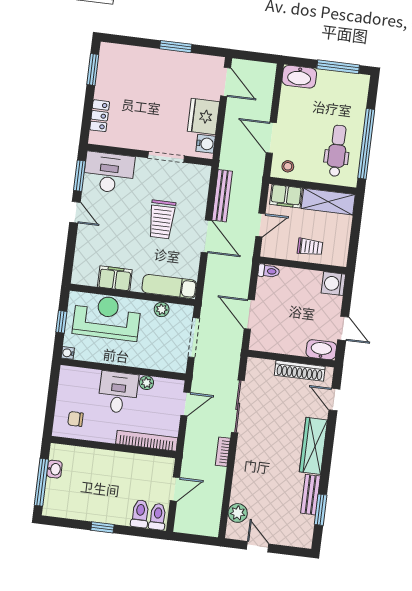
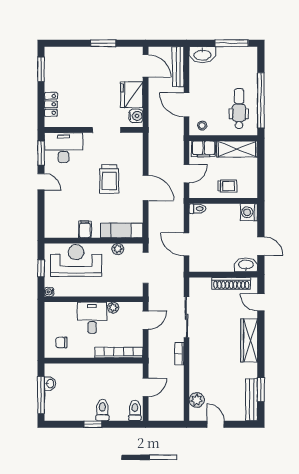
bench: (222, 196) -> (178, 67), moved
filing cabinet: (115, 278) -> (85, 229), width x0.50
bench: (311, 495) -> (252, 400), moved, width x1.36
toilet: (140, 514) -> (102, 410), moved

